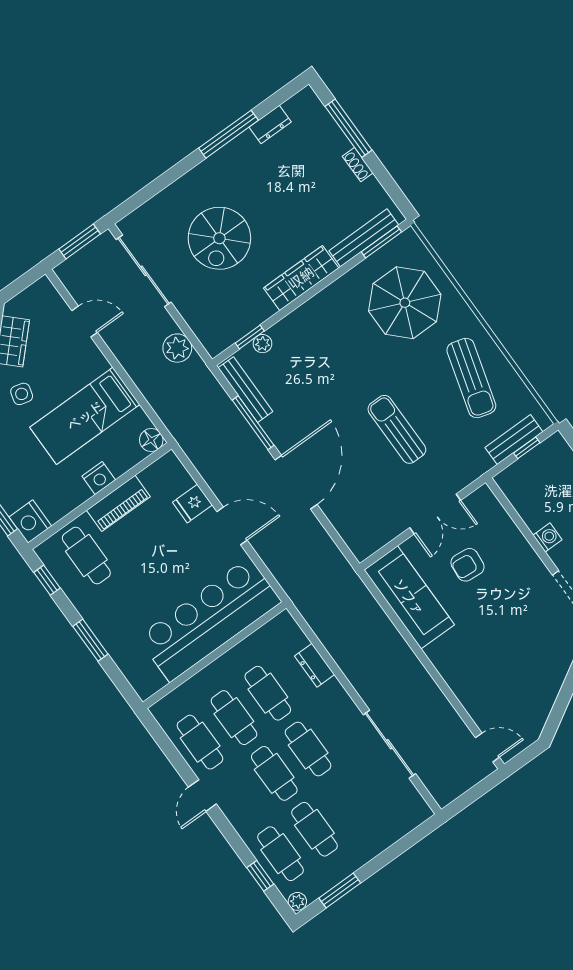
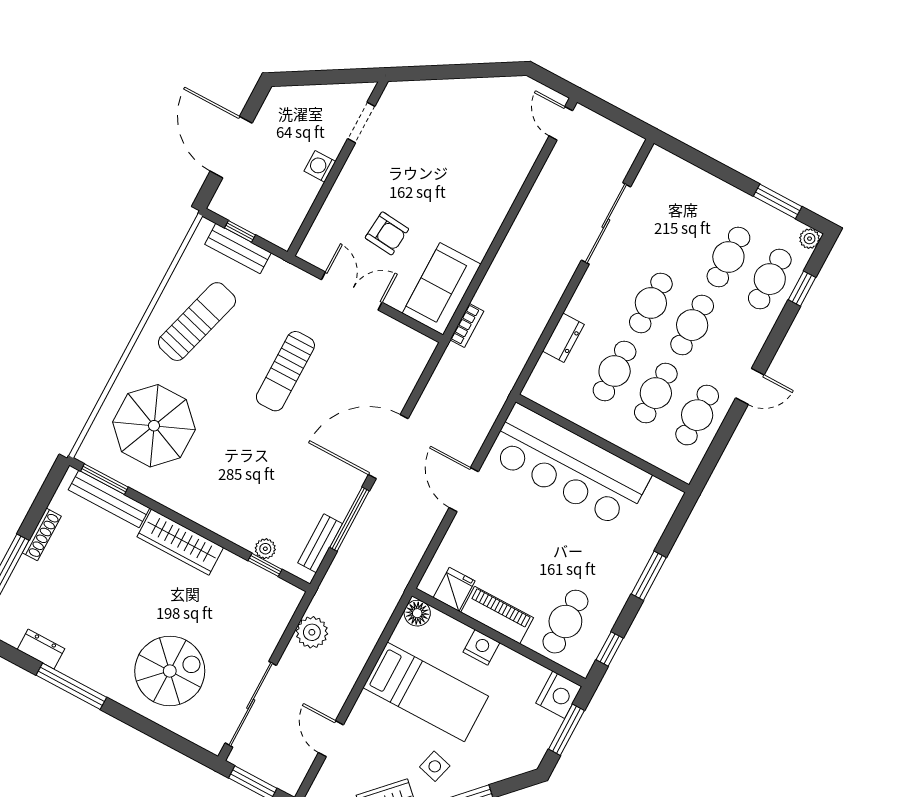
shoe rack: (358, 165) -> (42, 534), width x1.43
spiral stairs: (219, 238) -> (170, 671), moved
bench: (245, 390) -> (320, 543), width x0.73
fridge: (192, 504) -> (454, 589), moved, turned -90
bookcase: (362, 593) -> (467, 326), added
sofa: (409, 597) -> (442, 289), width x0.73

